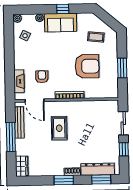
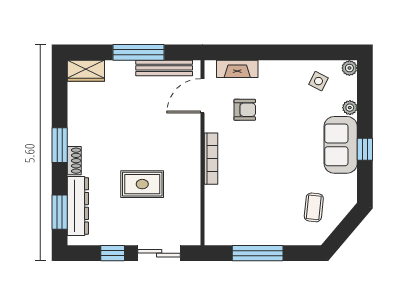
armchair: (87, 66) -> (262, 191), removed
window: (122, 68) -> (258, 253), width x1.44
rug: (59, 128) -> (142, 184), moved

